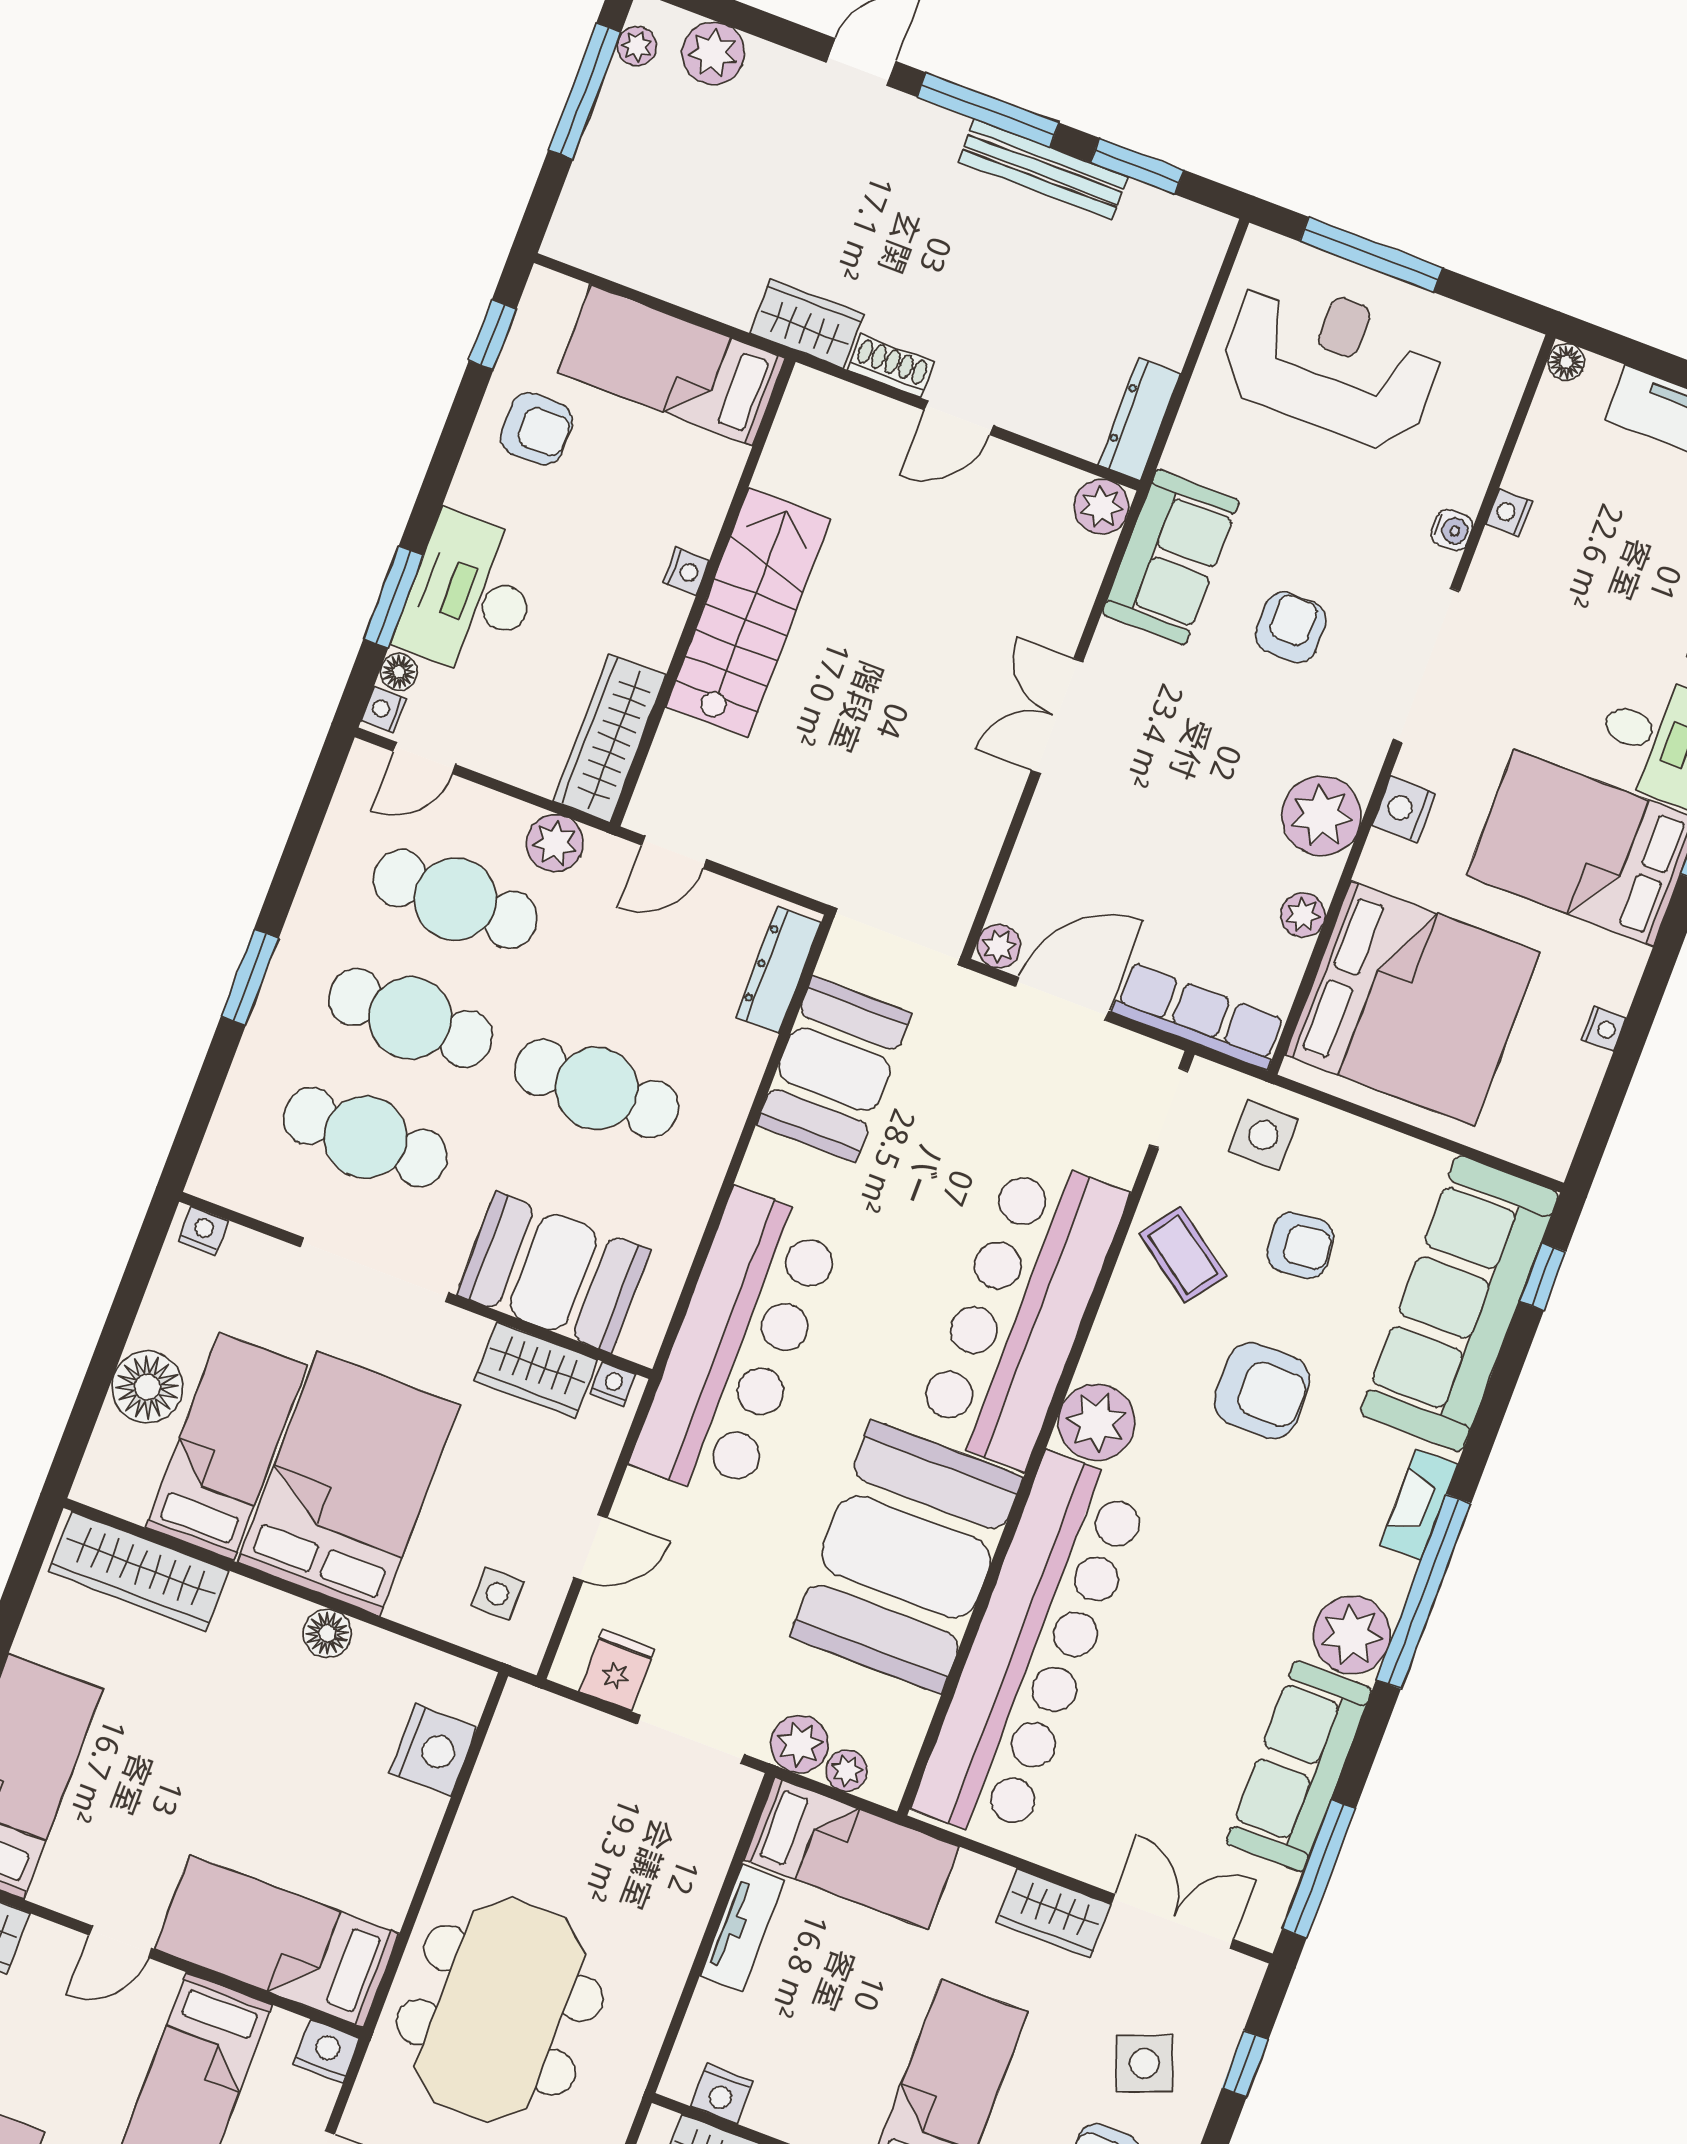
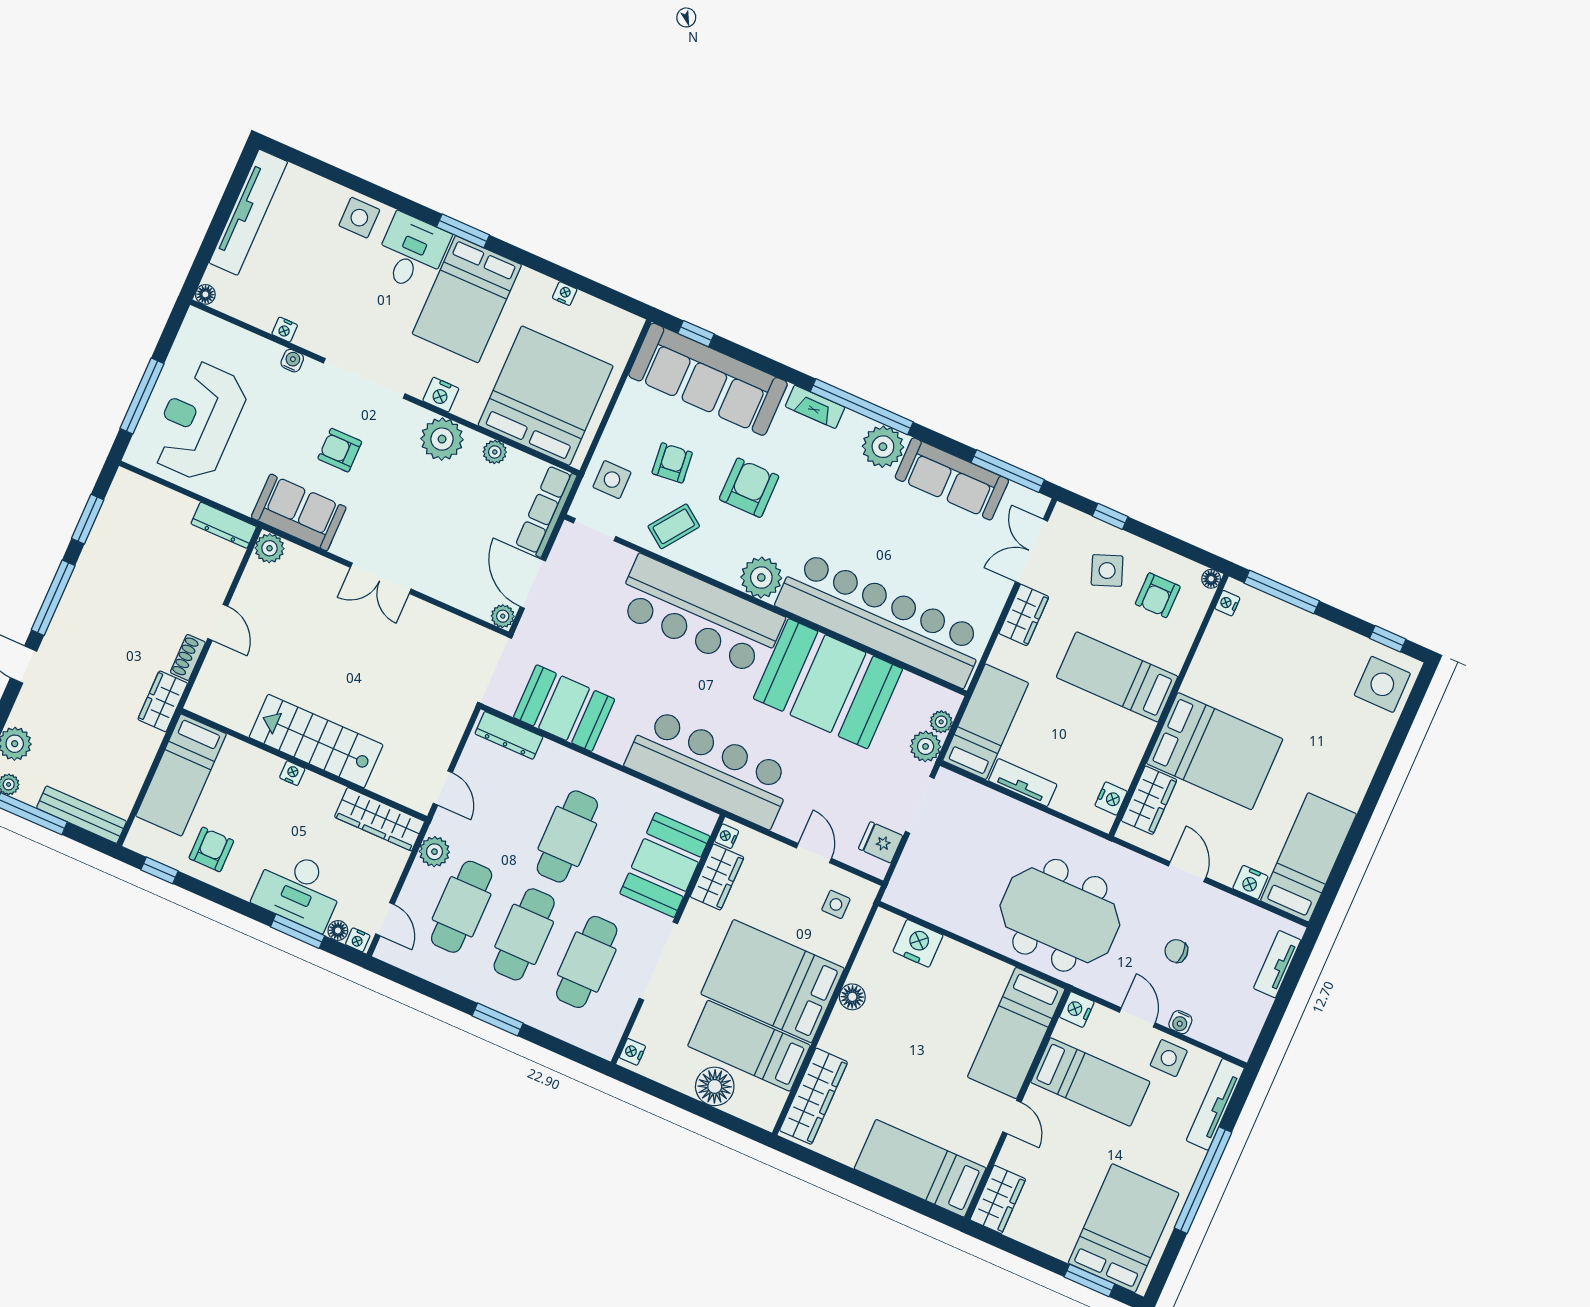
bench: (1043, 169) -> (82, 815), moved, turned 90

